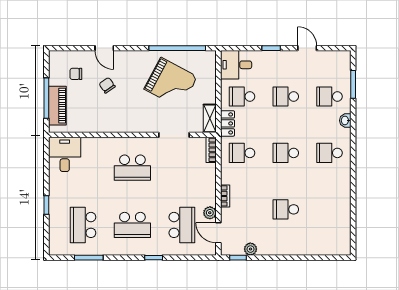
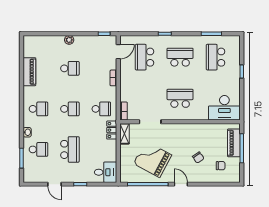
door: (104, 48) -> (181, 184), moved
school desk: (242, 96) -> (101, 149), removed
school desk: (286, 96) -> (70, 149), width x1.85
desk: (65, 154) -> (224, 108), width x1.37
piano: (342, 205) -> (29, 72), added
plant: (210, 213) -> (124, 66), removed
school desk: (83, 225) -> (216, 57), turned 180
door: (218, 233) -> (118, 52), hinge flipped
plant: (250, 249) -> (69, 40), moved

